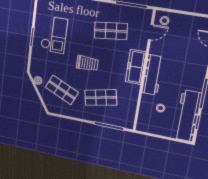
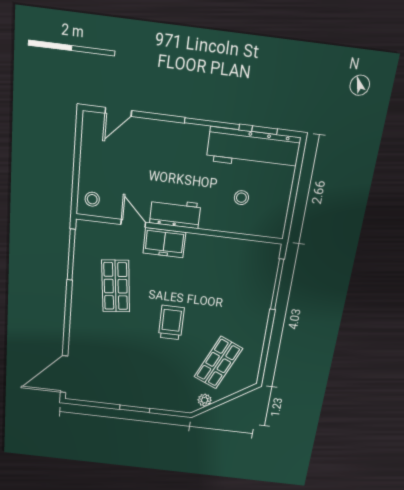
door: (151, 32) -> (133, 223), moved
checkout: (54, 35) -> (129, 375), removed
freezer: (136, 67) -> (164, 243), width x0.71
workbench: (153, 75) -> (175, 213), width x0.73
shop shelf: (101, 98) -> (228, 299), removed

